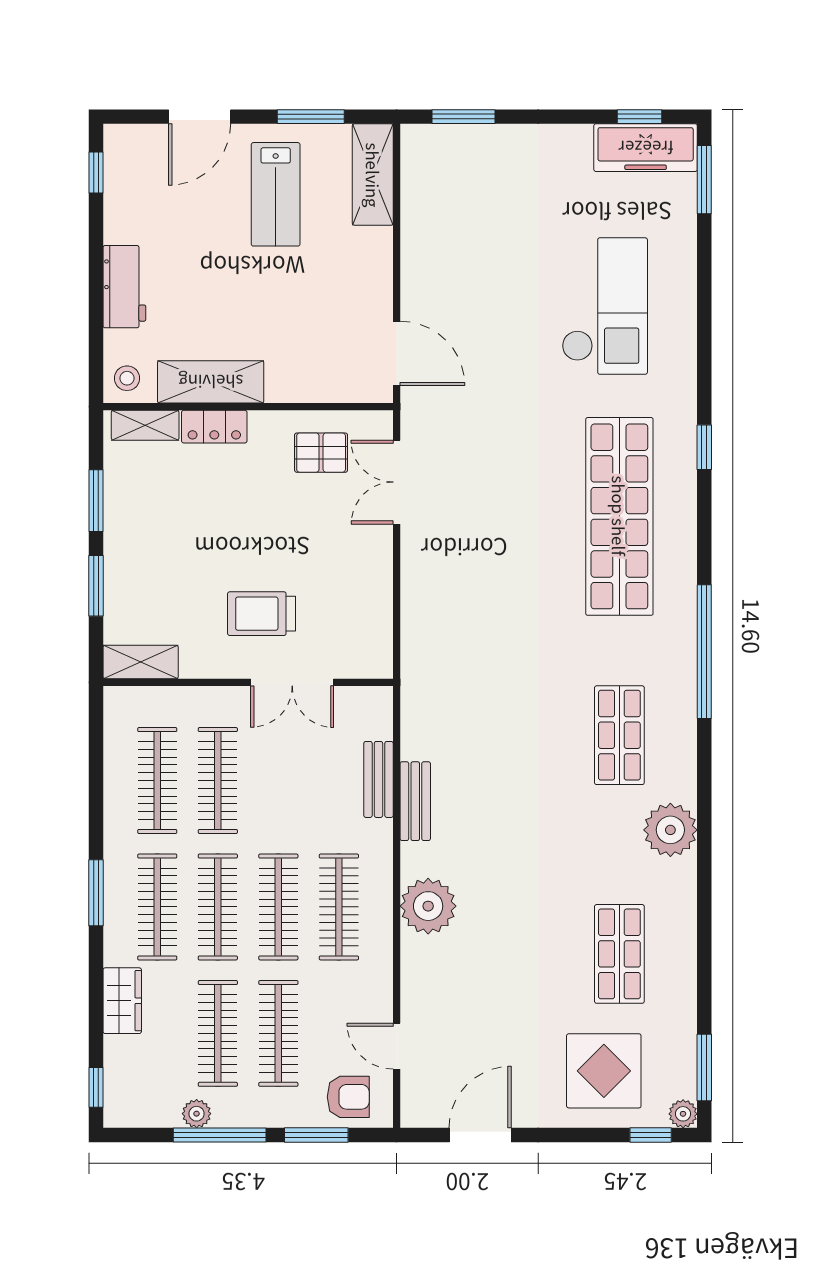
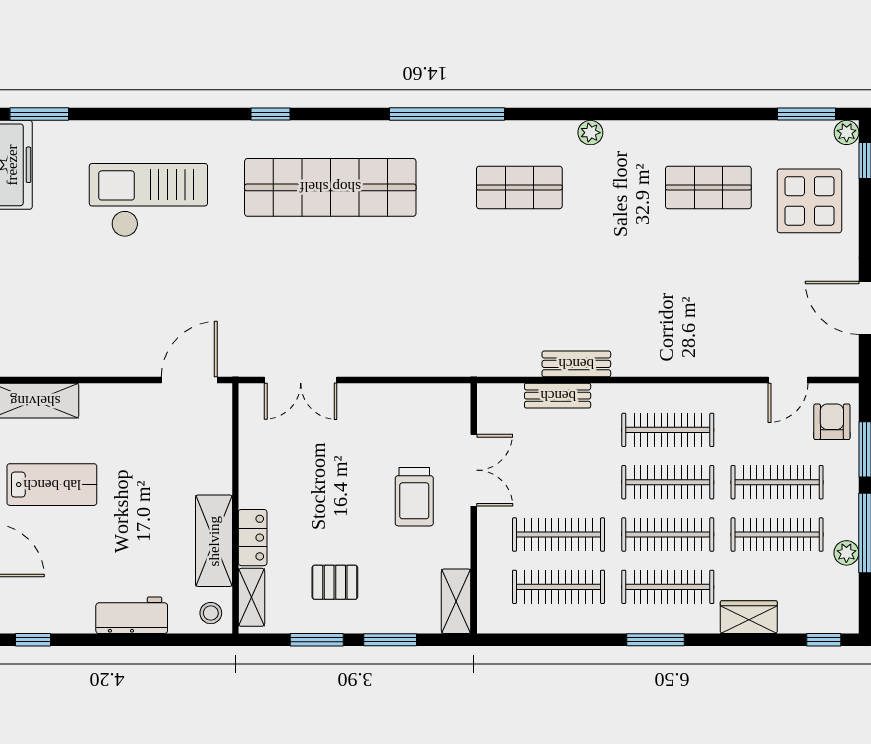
pallet: (321, 453) -> (335, 582), moved, turned 90
plant: (670, 830) -> (590, 133), width x0.53, depth x0.53
plant: (428, 906) -> (667, 353), removed

